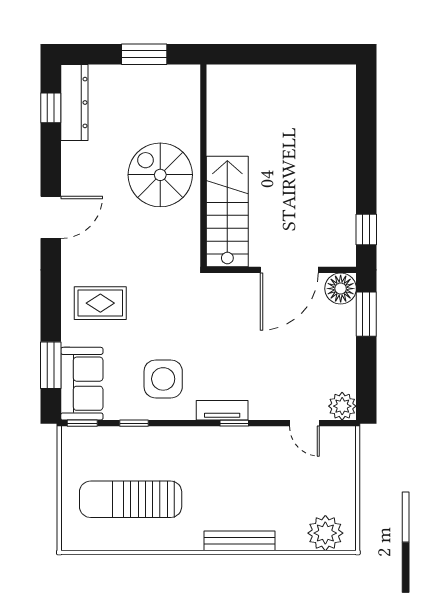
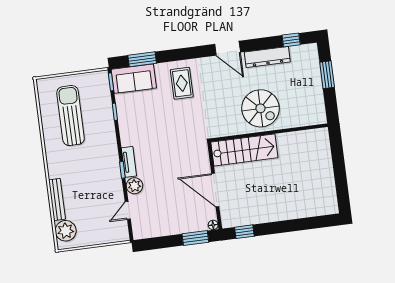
window: (144, 54) -> (327, 75), moved
dresser: (74, 102) -> (267, 57), moved
spiral stairs: (160, 175) -> (260, 108), turned 90
floor lamp: (341, 289) -> (213, 225), width x0.53, depth x0.53
side table: (163, 379) -> (143, 125), removed
plant: (342, 406) -> (134, 186), moved
bench: (240, 541) -> (57, 199), moved

